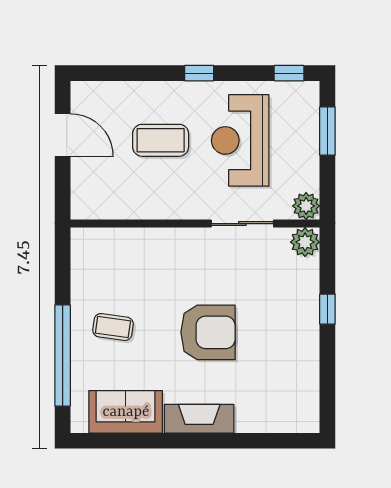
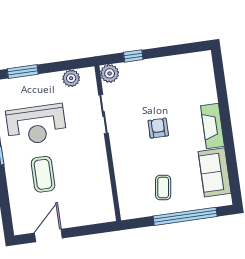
wall: (195, 224) -> (108, 143), moved
sliding door: (242, 224) -> (104, 114), moved
plant: (305, 242) -> (110, 73), moved
armchair: (208, 332) -> (158, 128), width x0.53, depth x0.53

